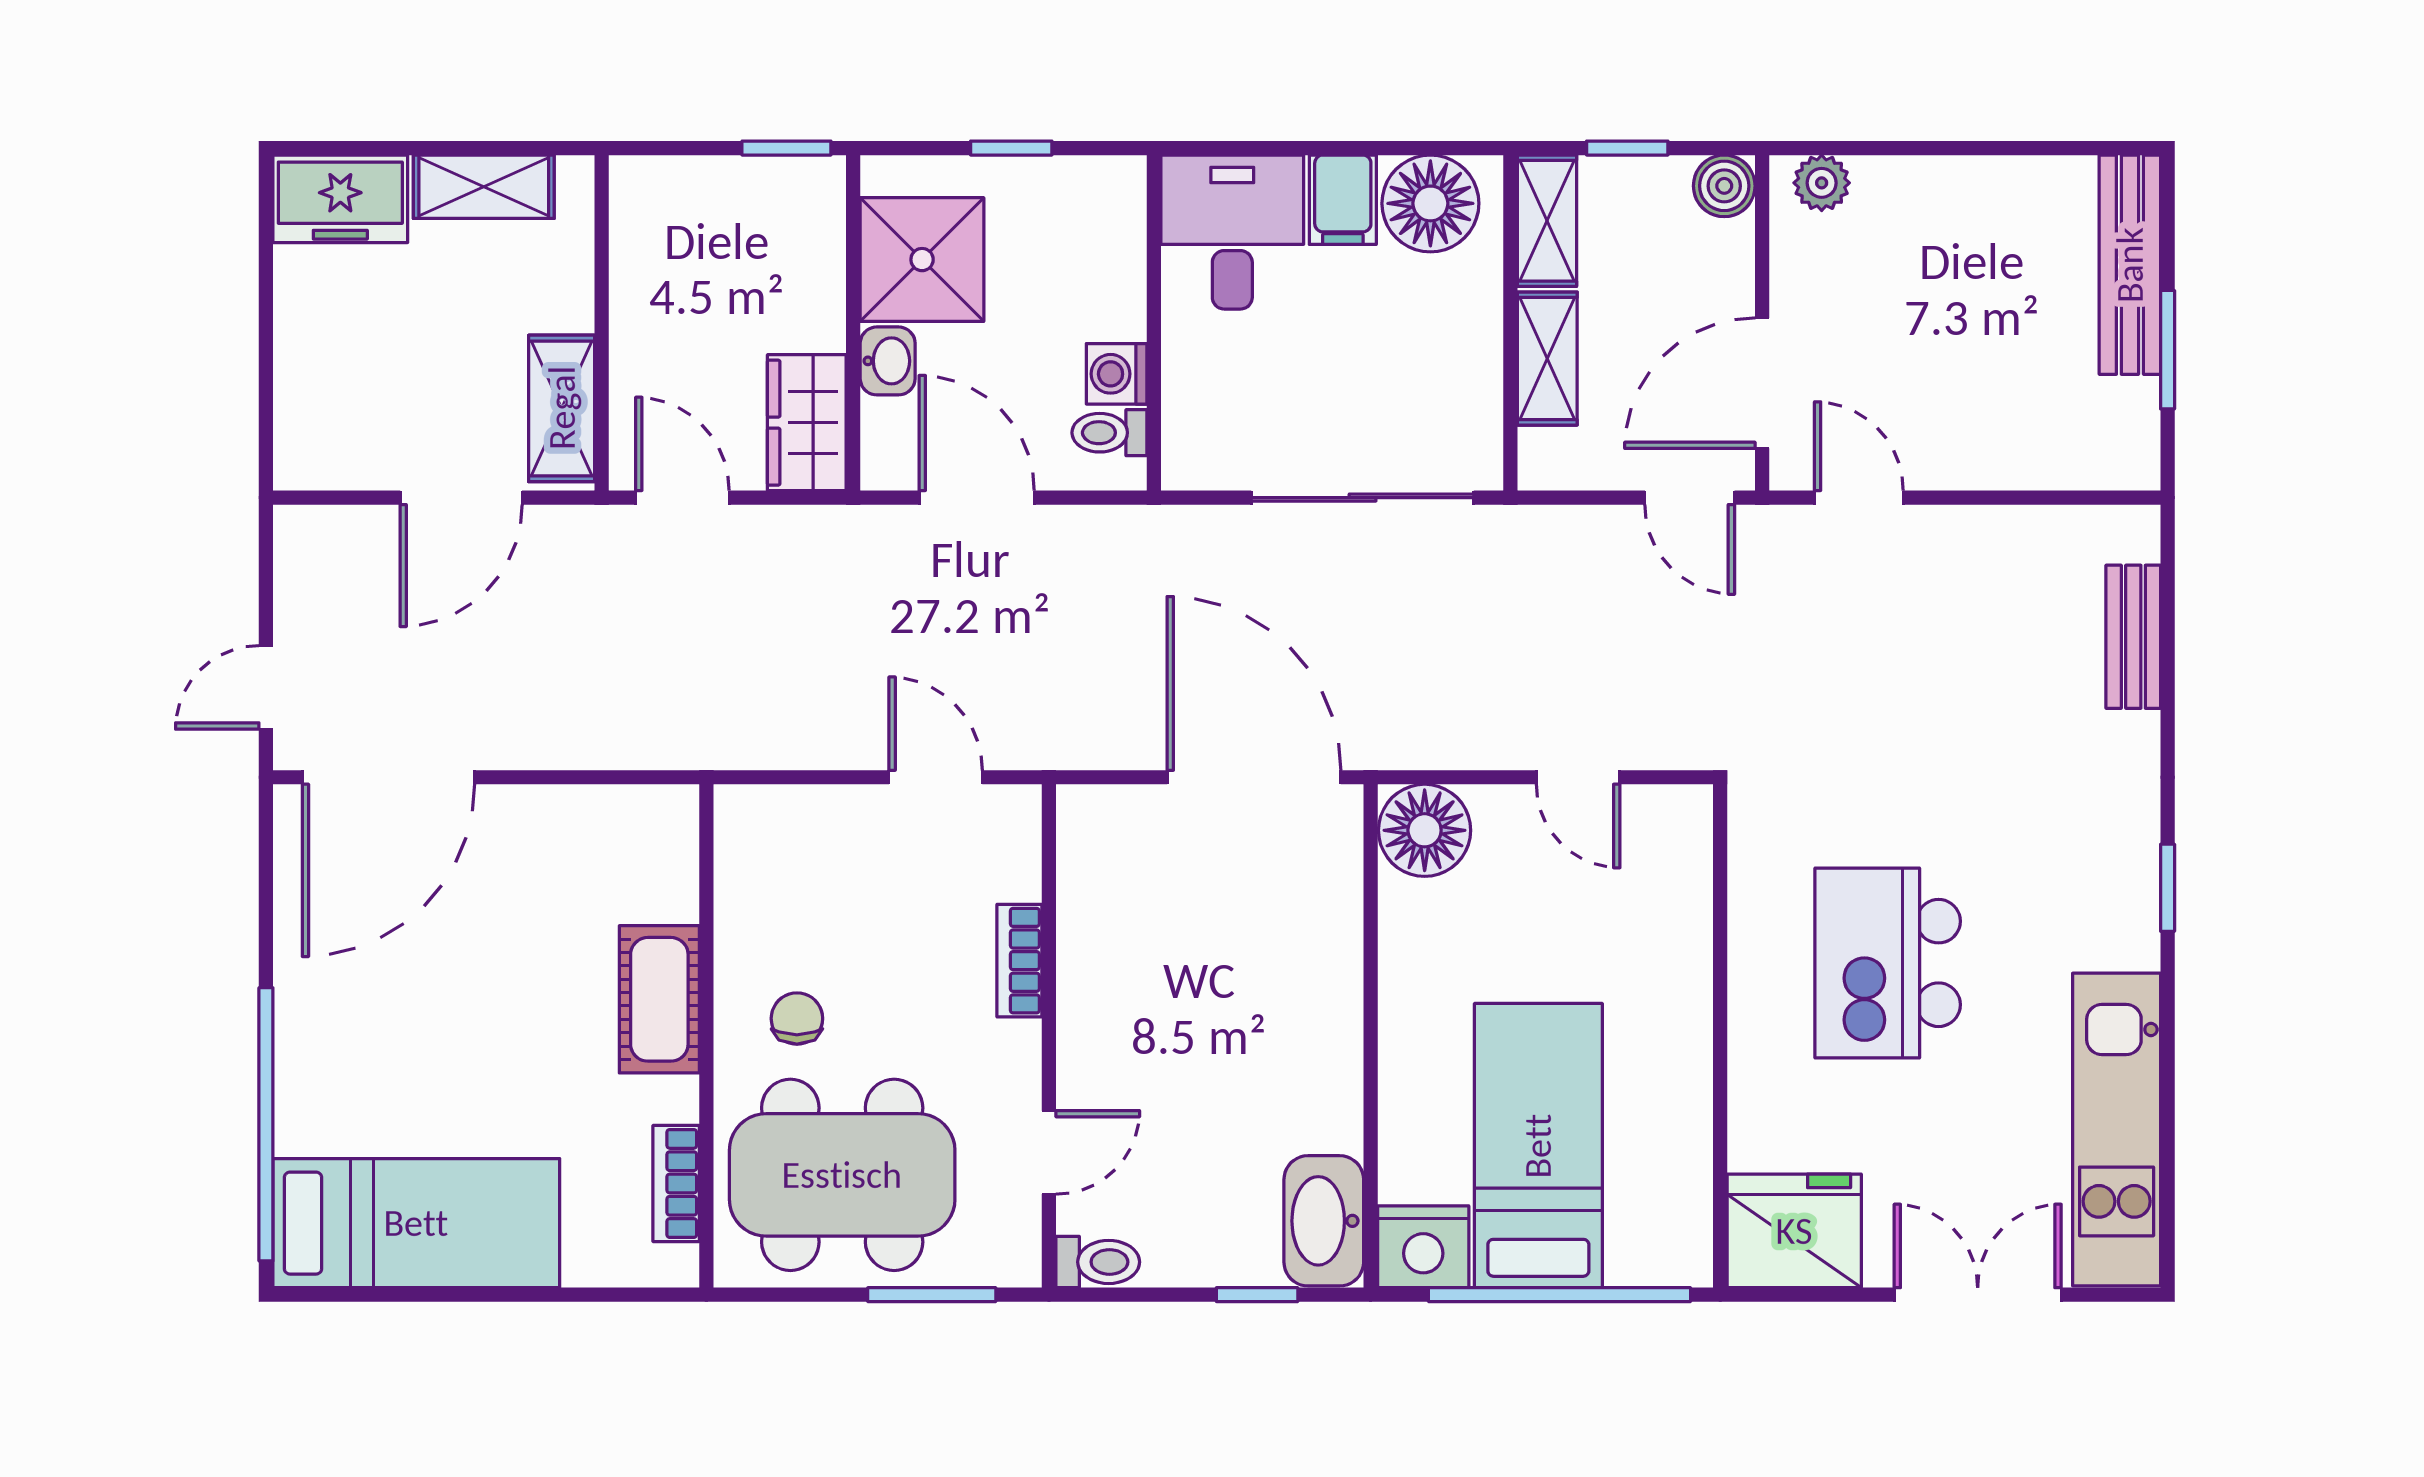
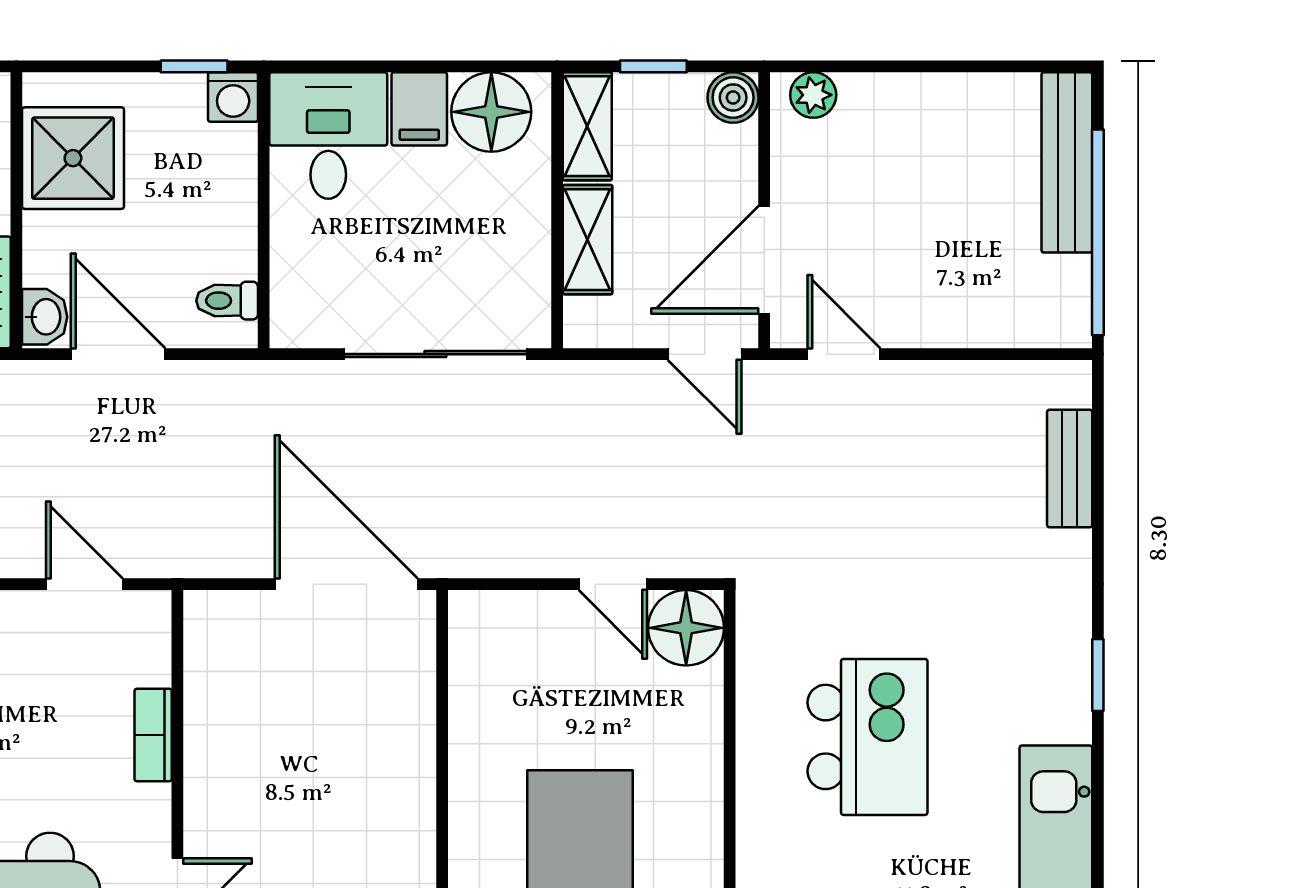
window: (1011, 148) -> (194, 66), moved
window: (2168, 350) -> (1098, 232), width x2.11
washbasin: (888, 361) -> (45, 317), moved
washing machine: (1117, 374) -> (233, 97), moved, turned -90
floor lamp: (1425, 830) -> (686, 628), moved
kitchen island: (1888, 963) -> (868, 737), turned 180

